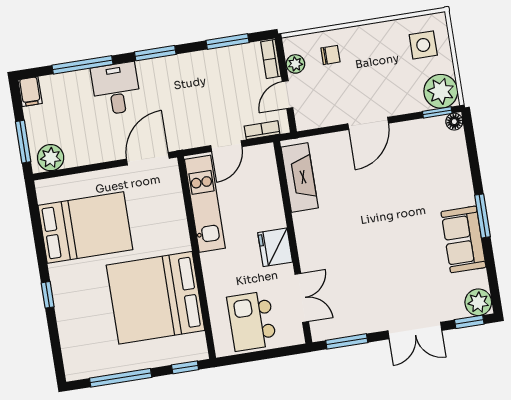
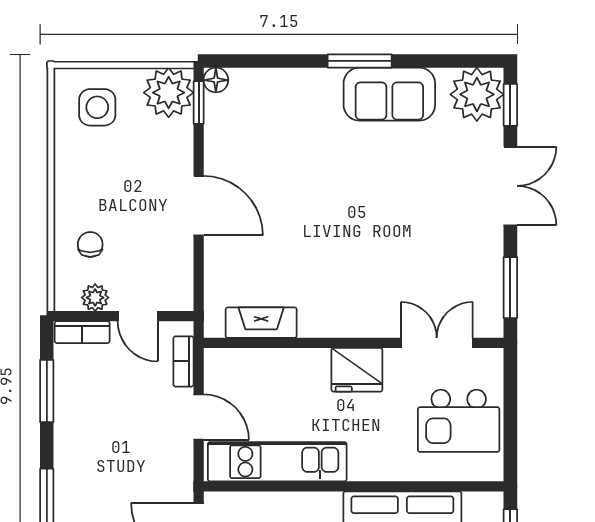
fireplace: (300, 177) -> (261, 323), width x0.73, depth x0.76
plant: (478, 302) -> (477, 94), width x1.36, depth x1.36

